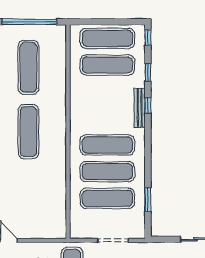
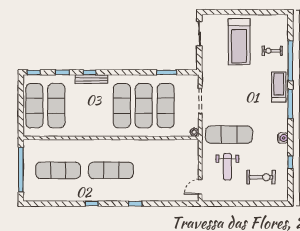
plant: (75, 233) -> (194, 132), added

